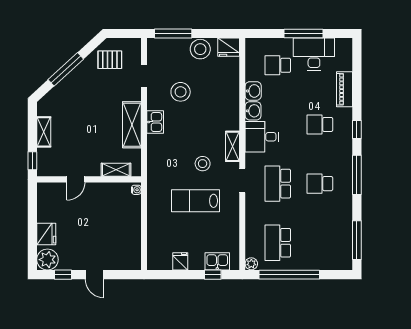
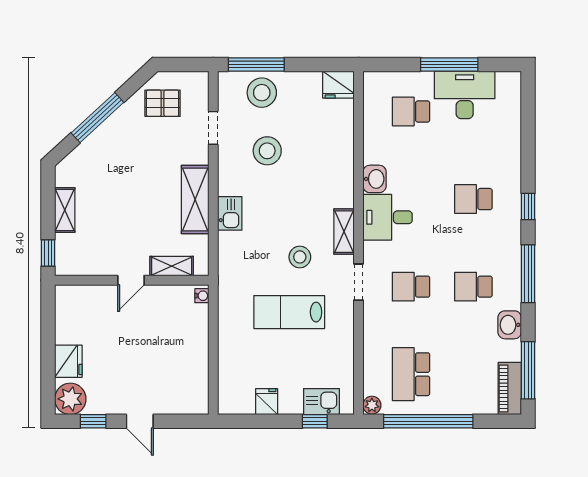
stool: (200, 49) -> (262, 93), moved
piano: (344, 89) -> (510, 389), moved
washbasin: (253, 91) -> (510, 325), moved, turned 180
kitchen sink: (155, 122) -> (230, 213), moved
door: (76, 179) -> (131, 280), moved
school desk: (278, 184) -> (411, 287), width x0.54

